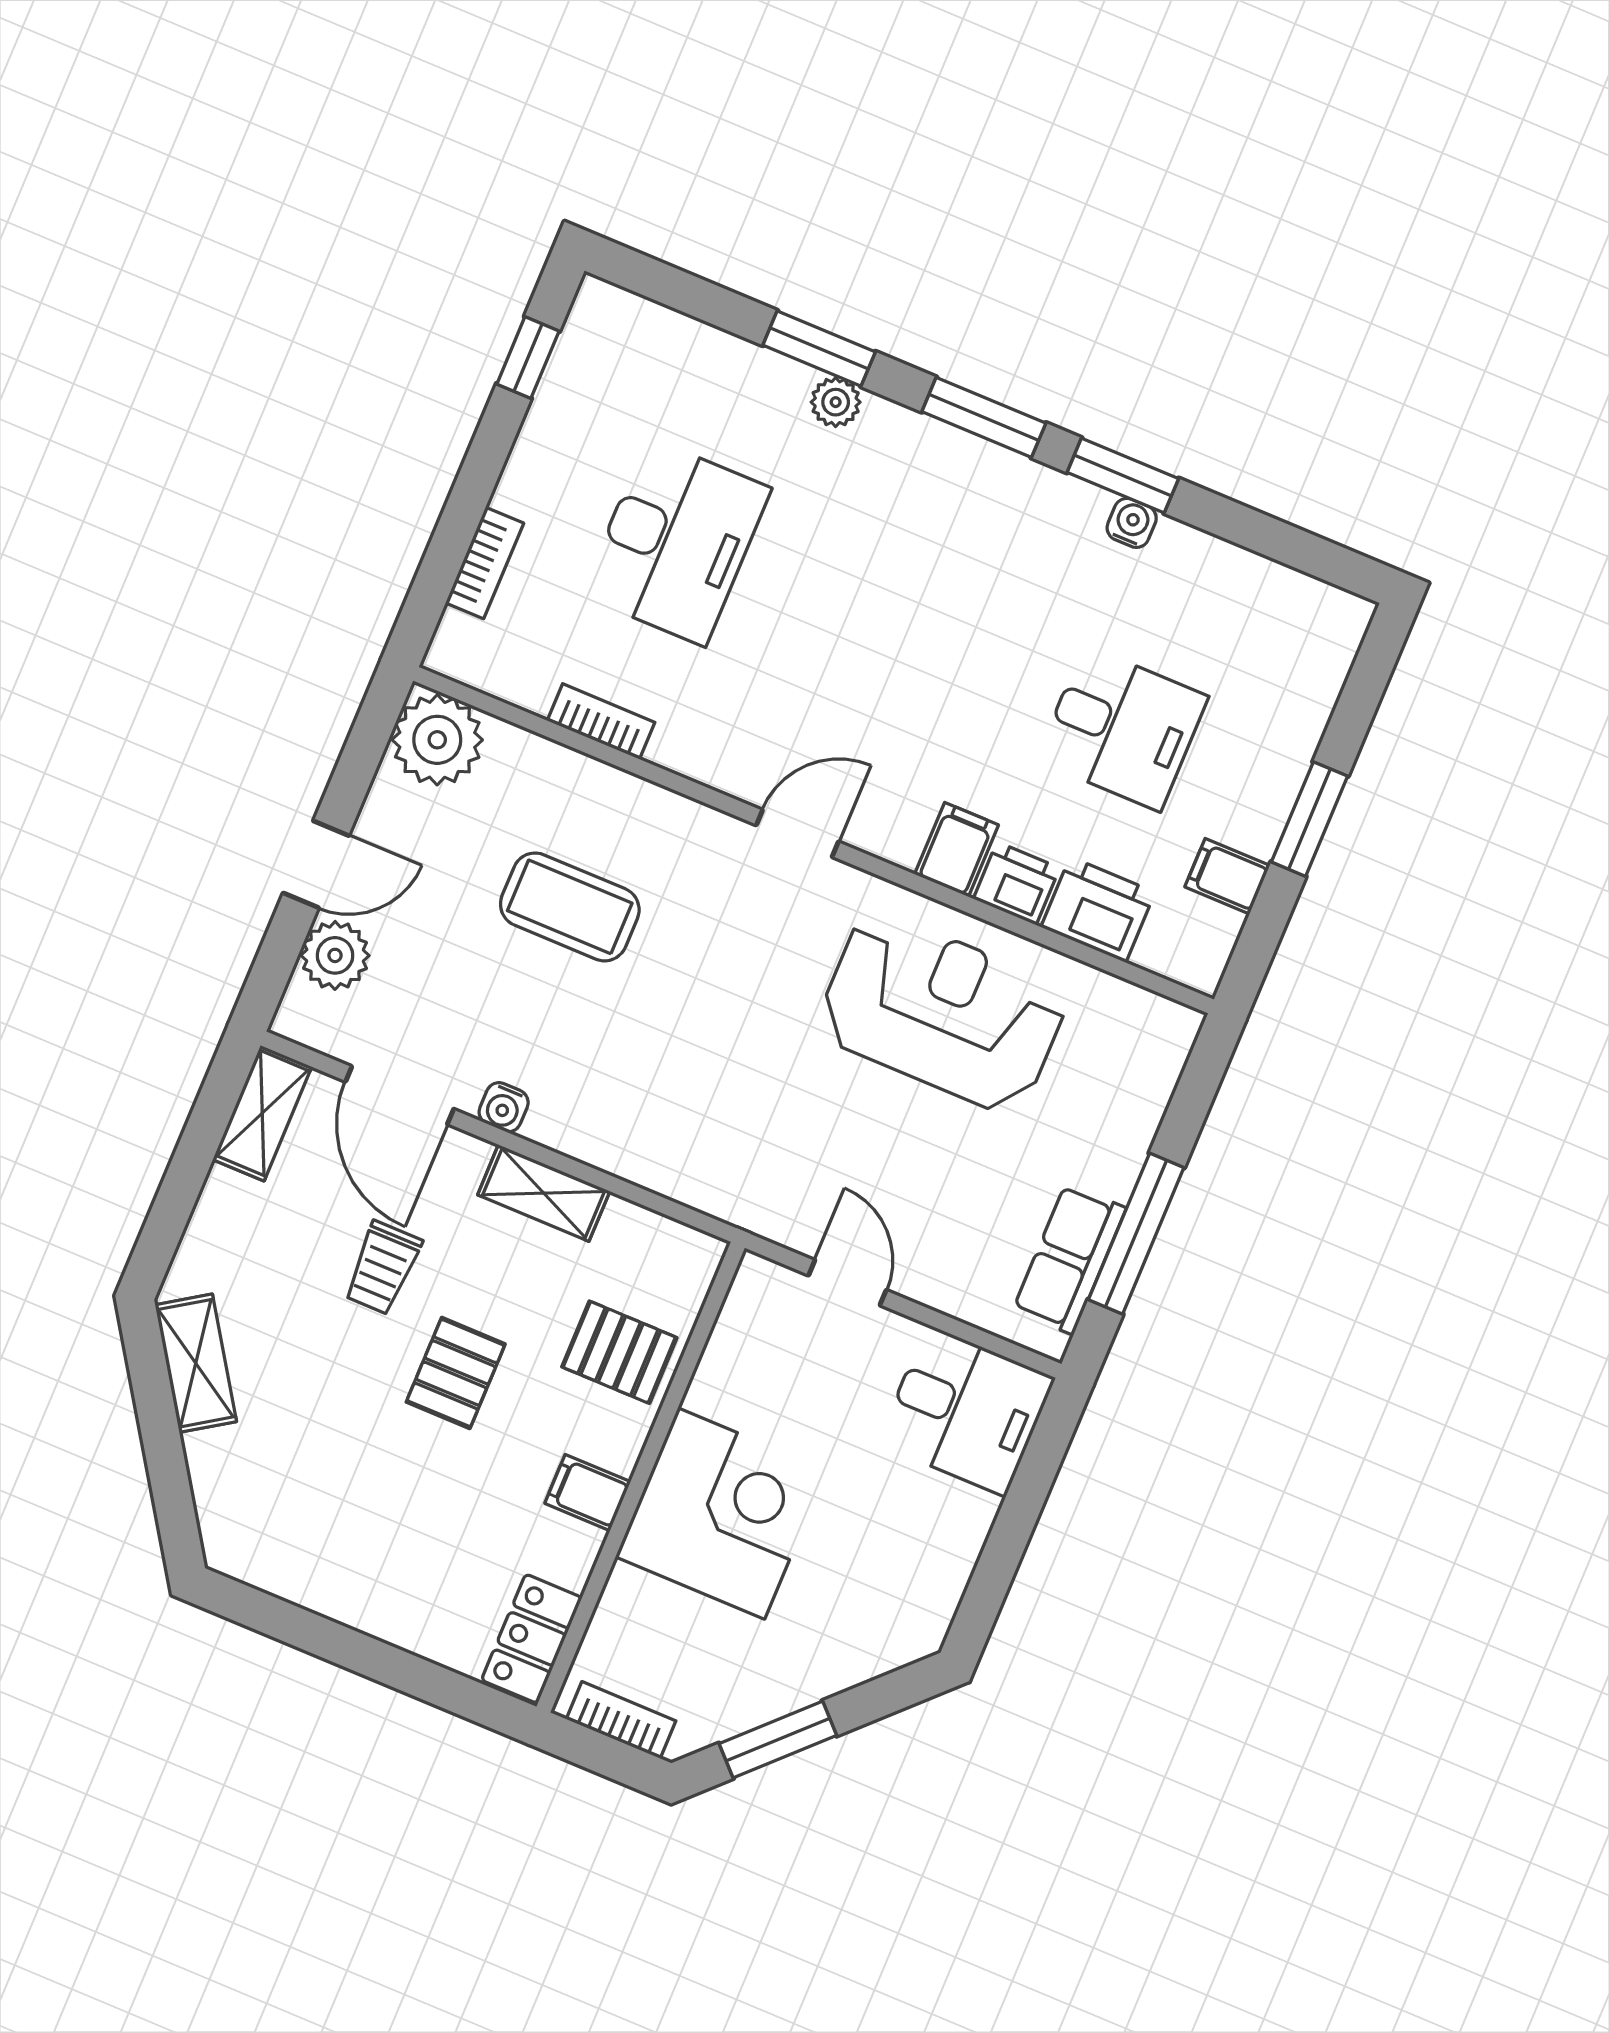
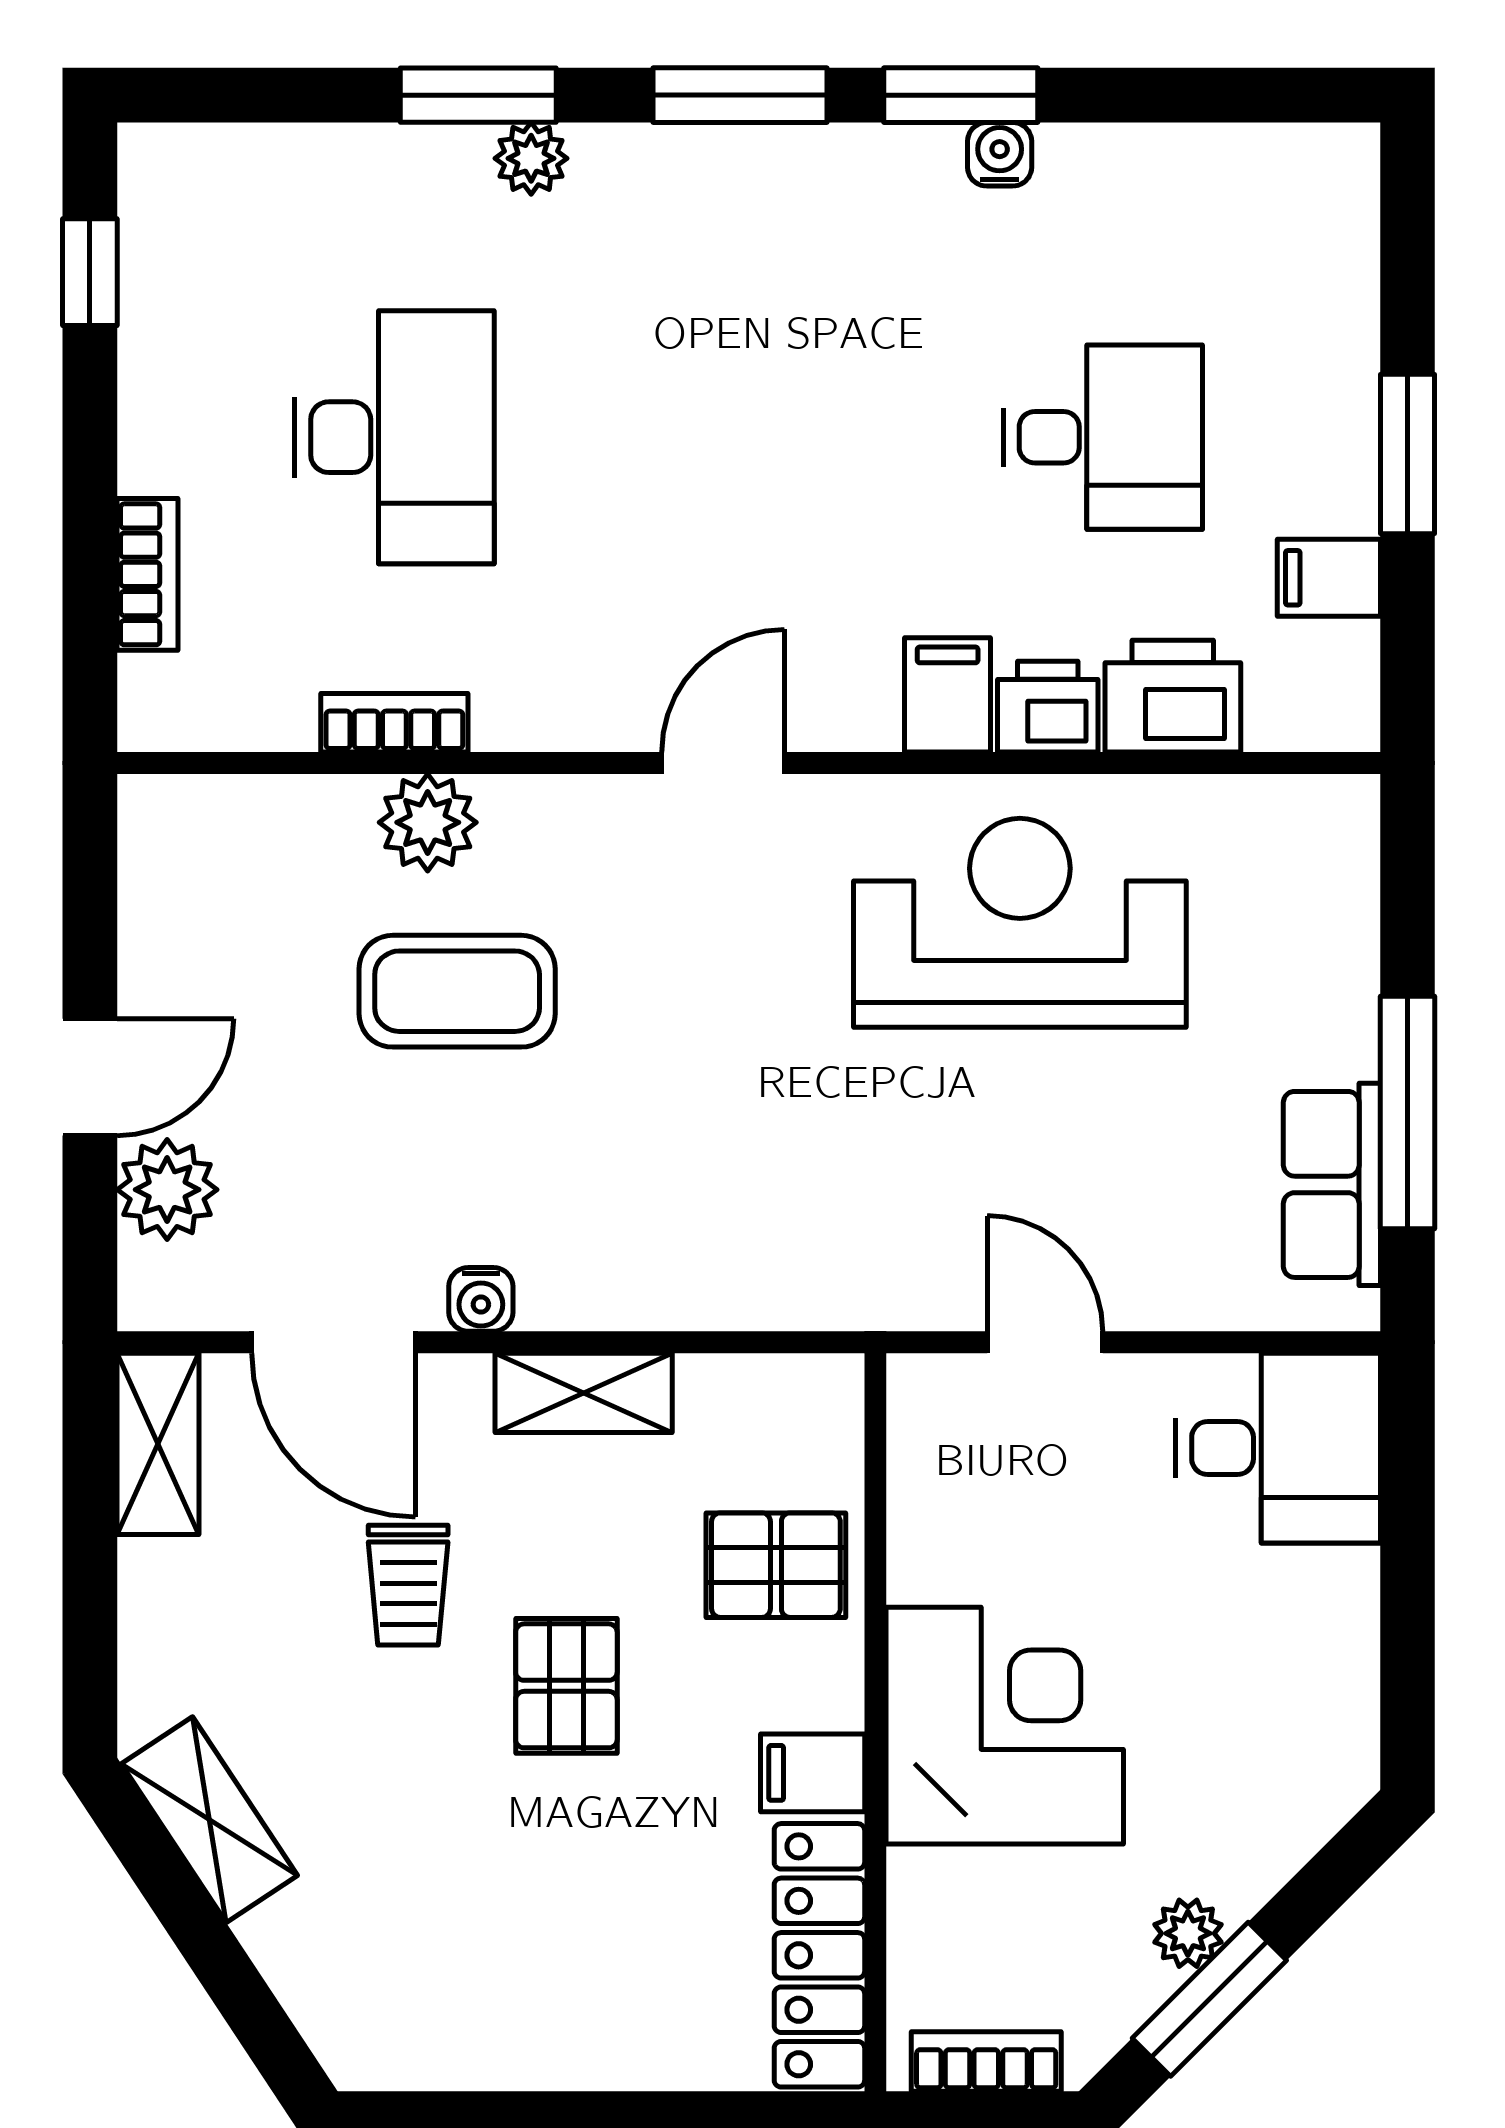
plant: (437, 740) -> (428, 822), moved, width x0.73, depth x0.73
locker: (532, 1639) -> (819, 1955), width x1.53
plant: (782, 1692) -> (1188, 1933), added

